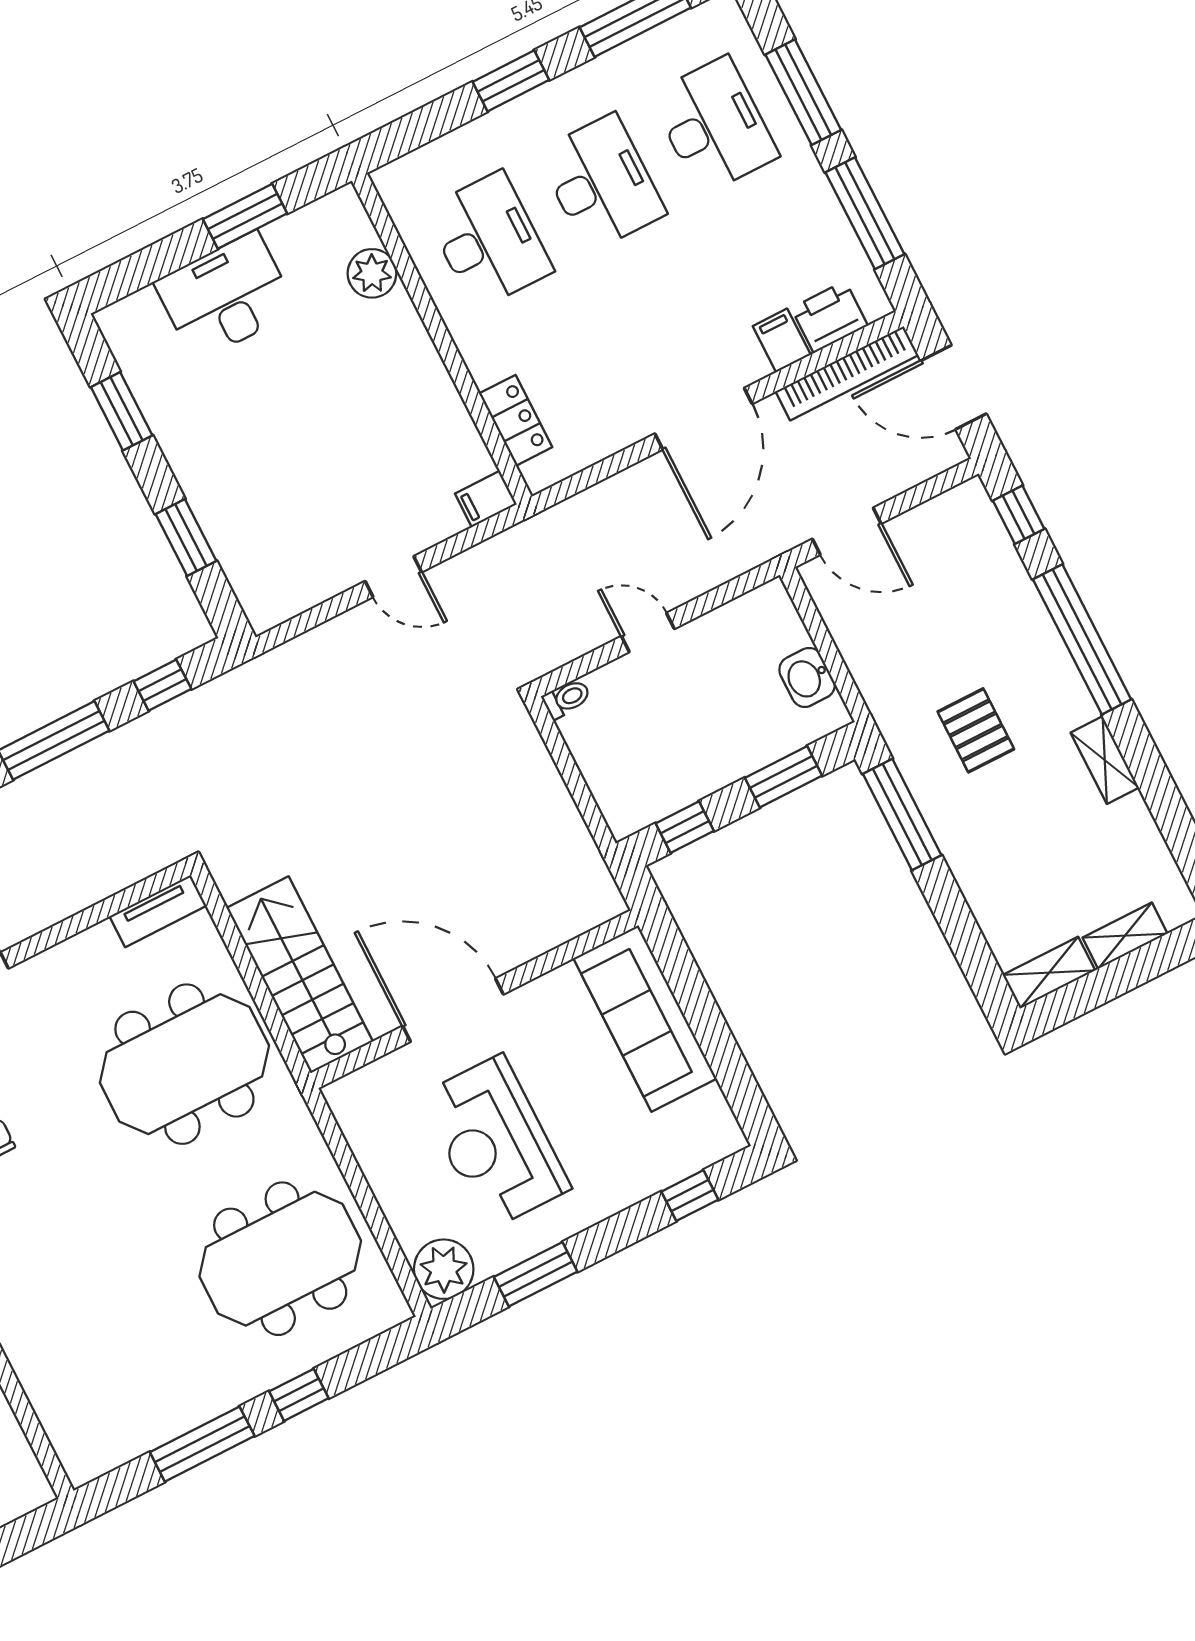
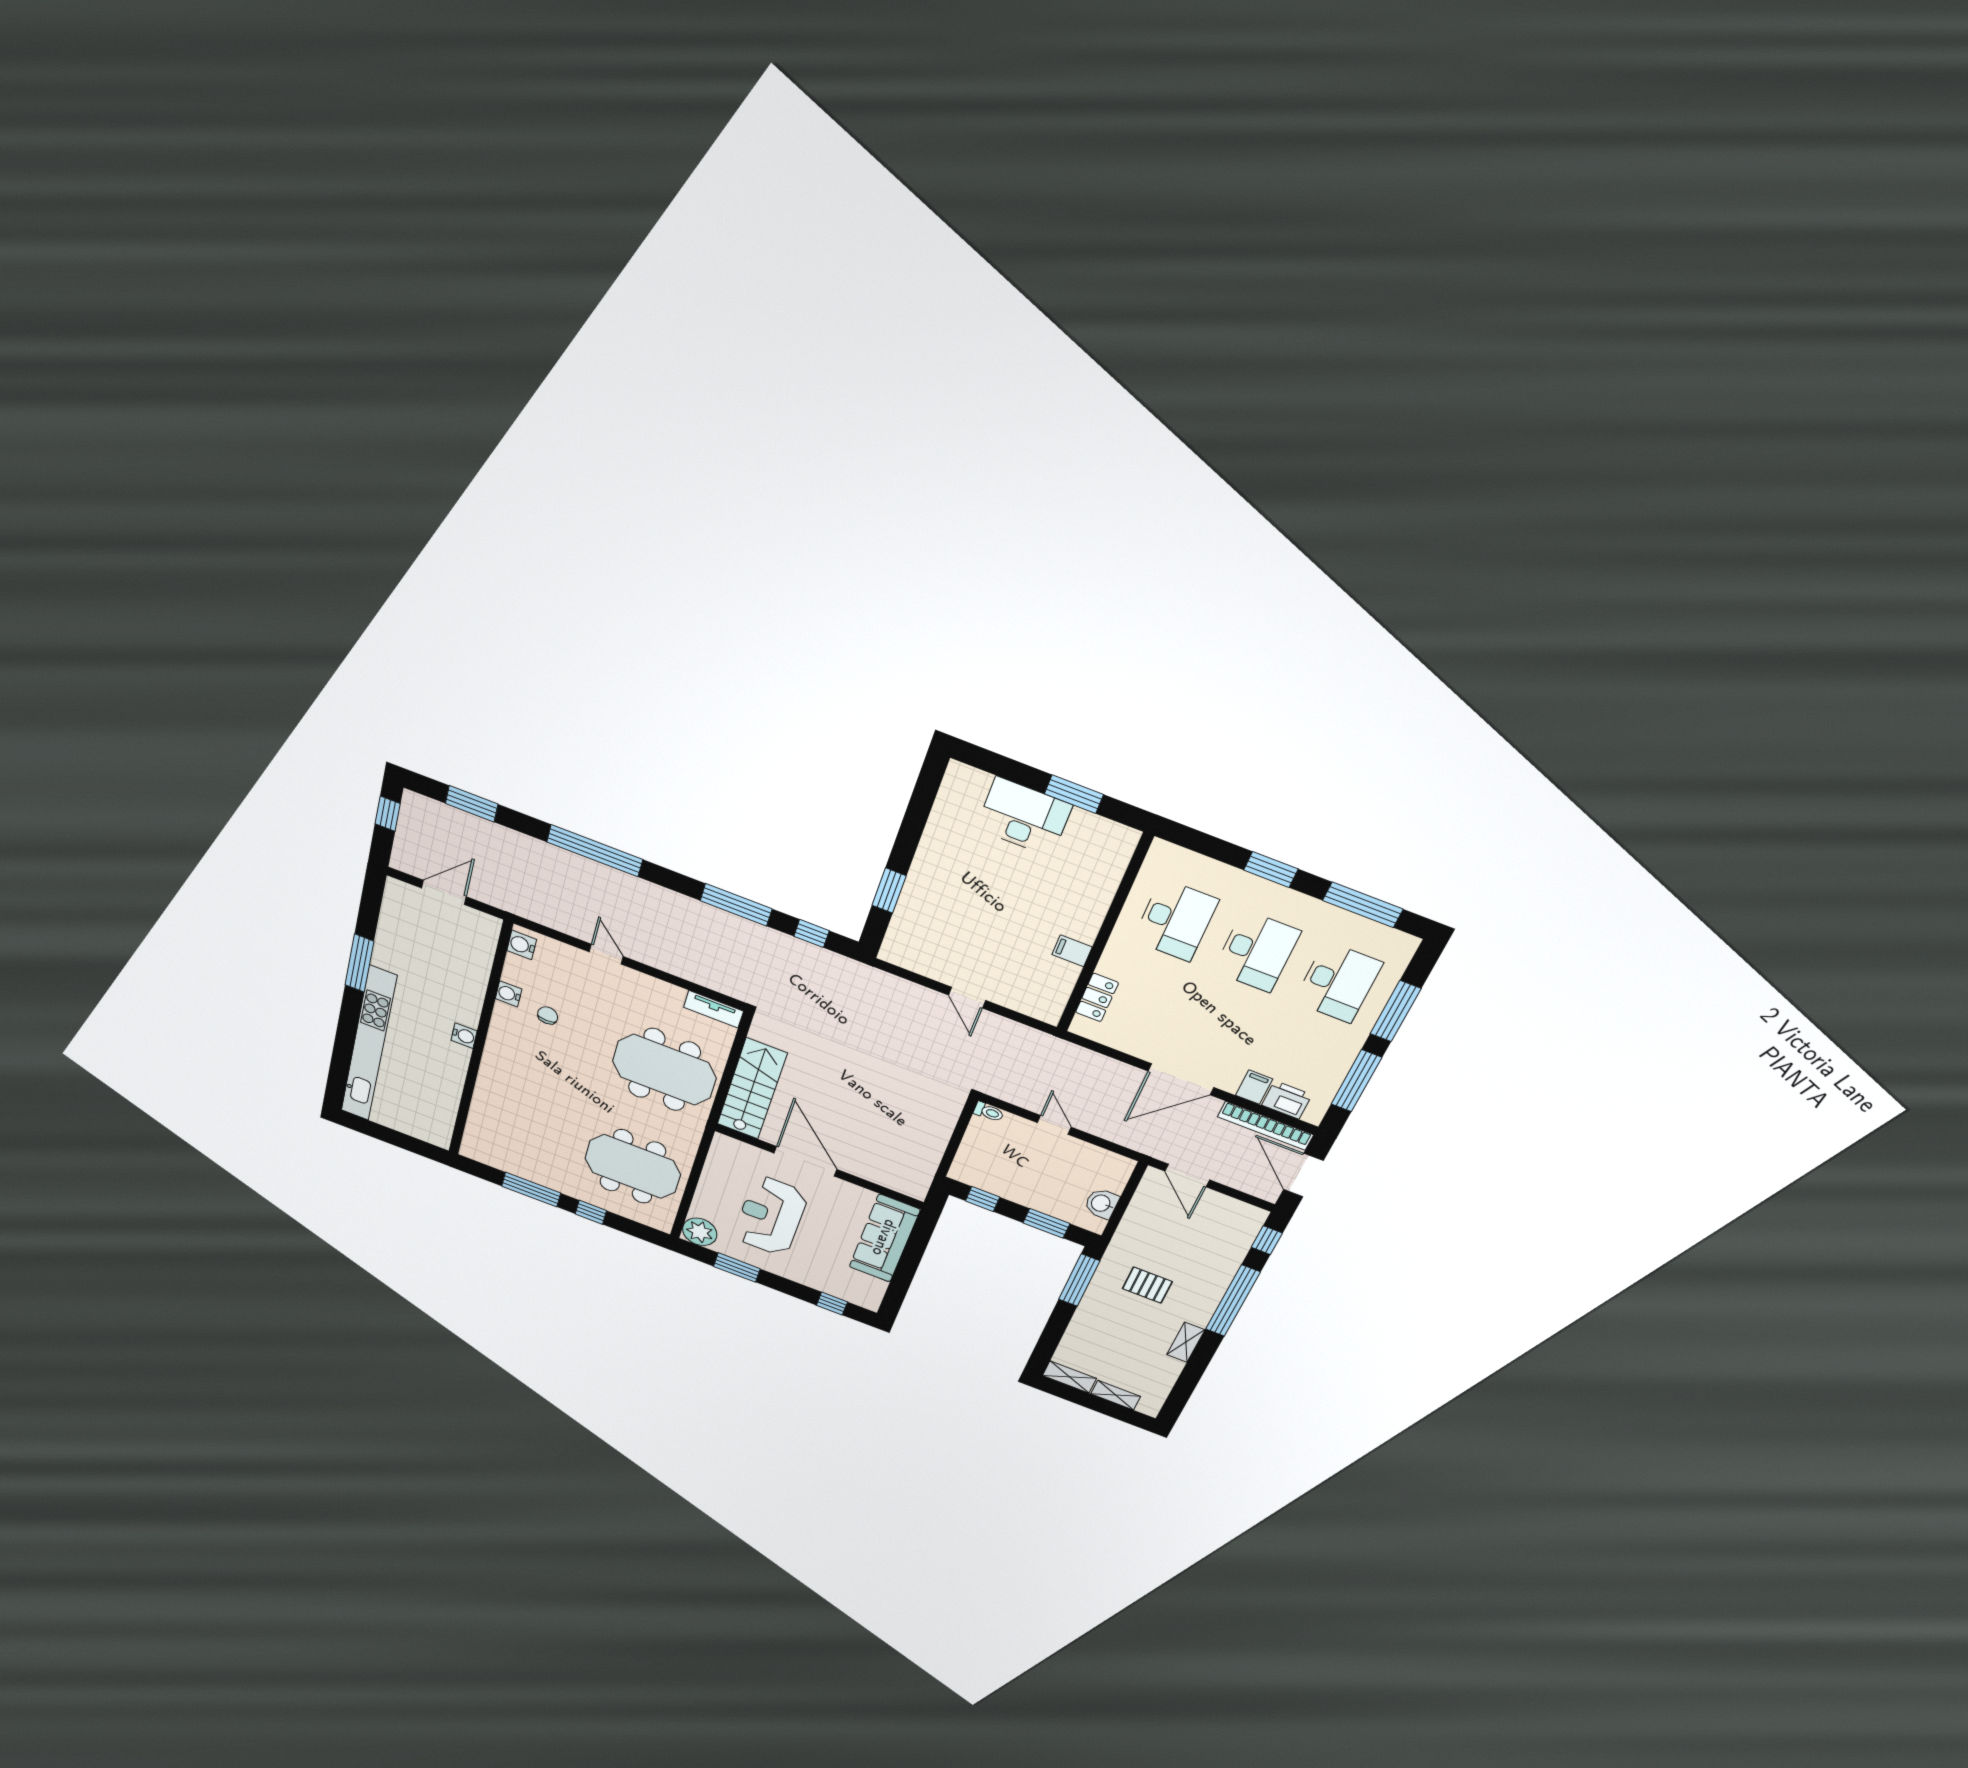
plant: (372, 273) -> (1105, 878), removed
window: (122, 411) -> (918, 812), removed
filing cabinet: (486, 499) -> (1072, 951), moved
pallet: (976, 730) -> (1147, 1285), turned 90

